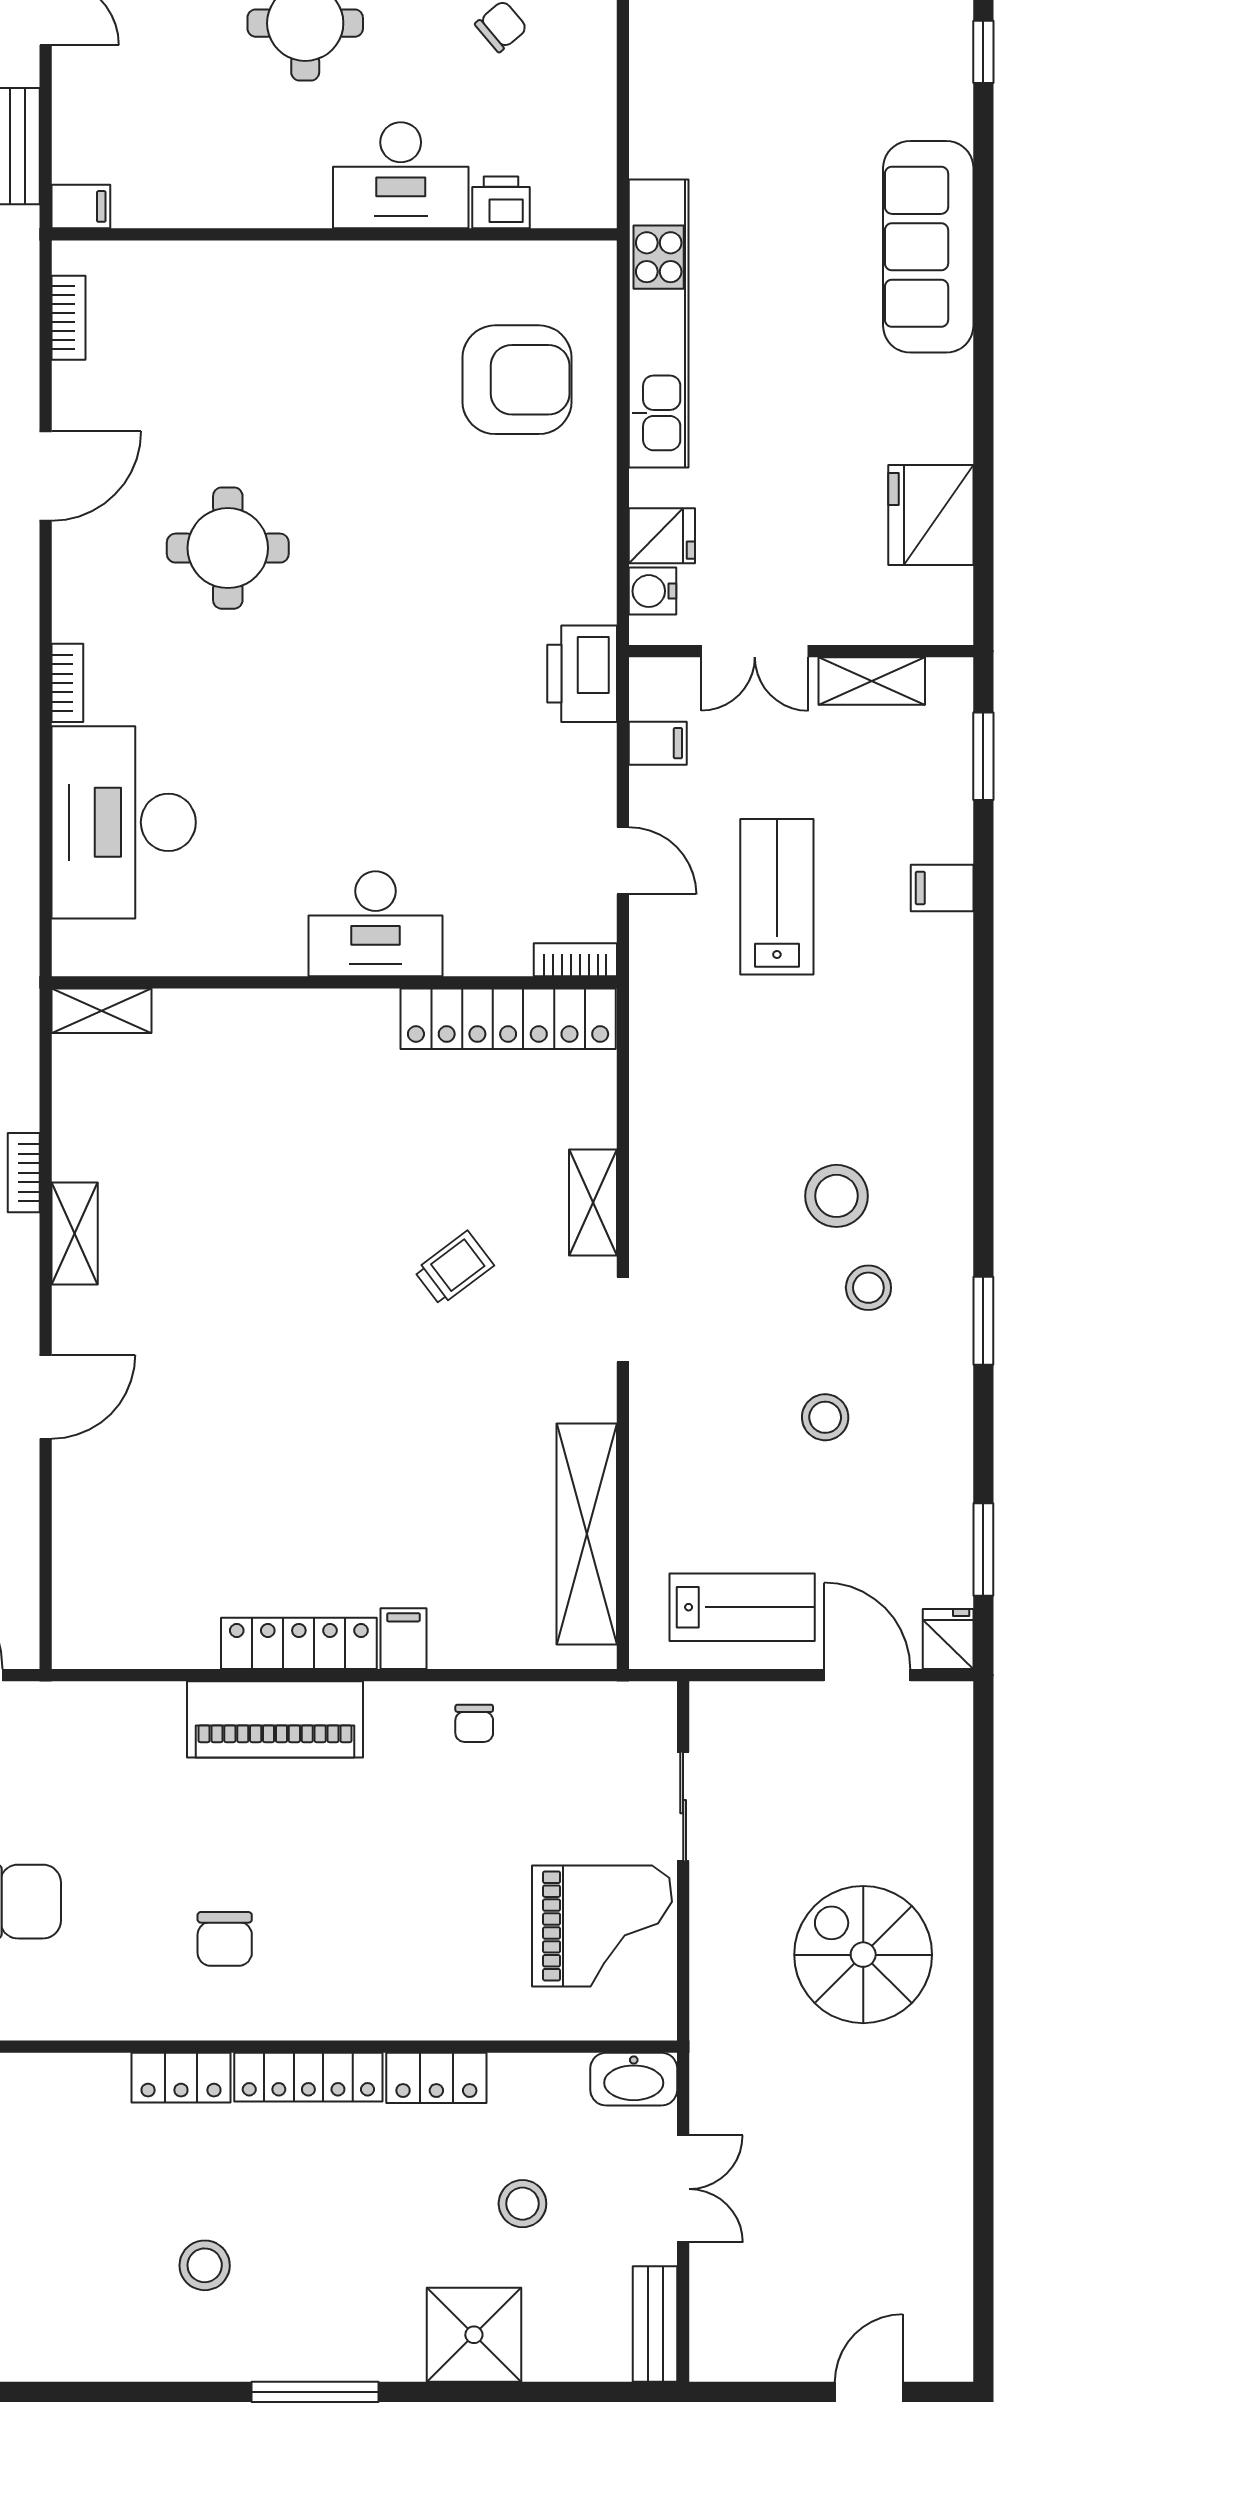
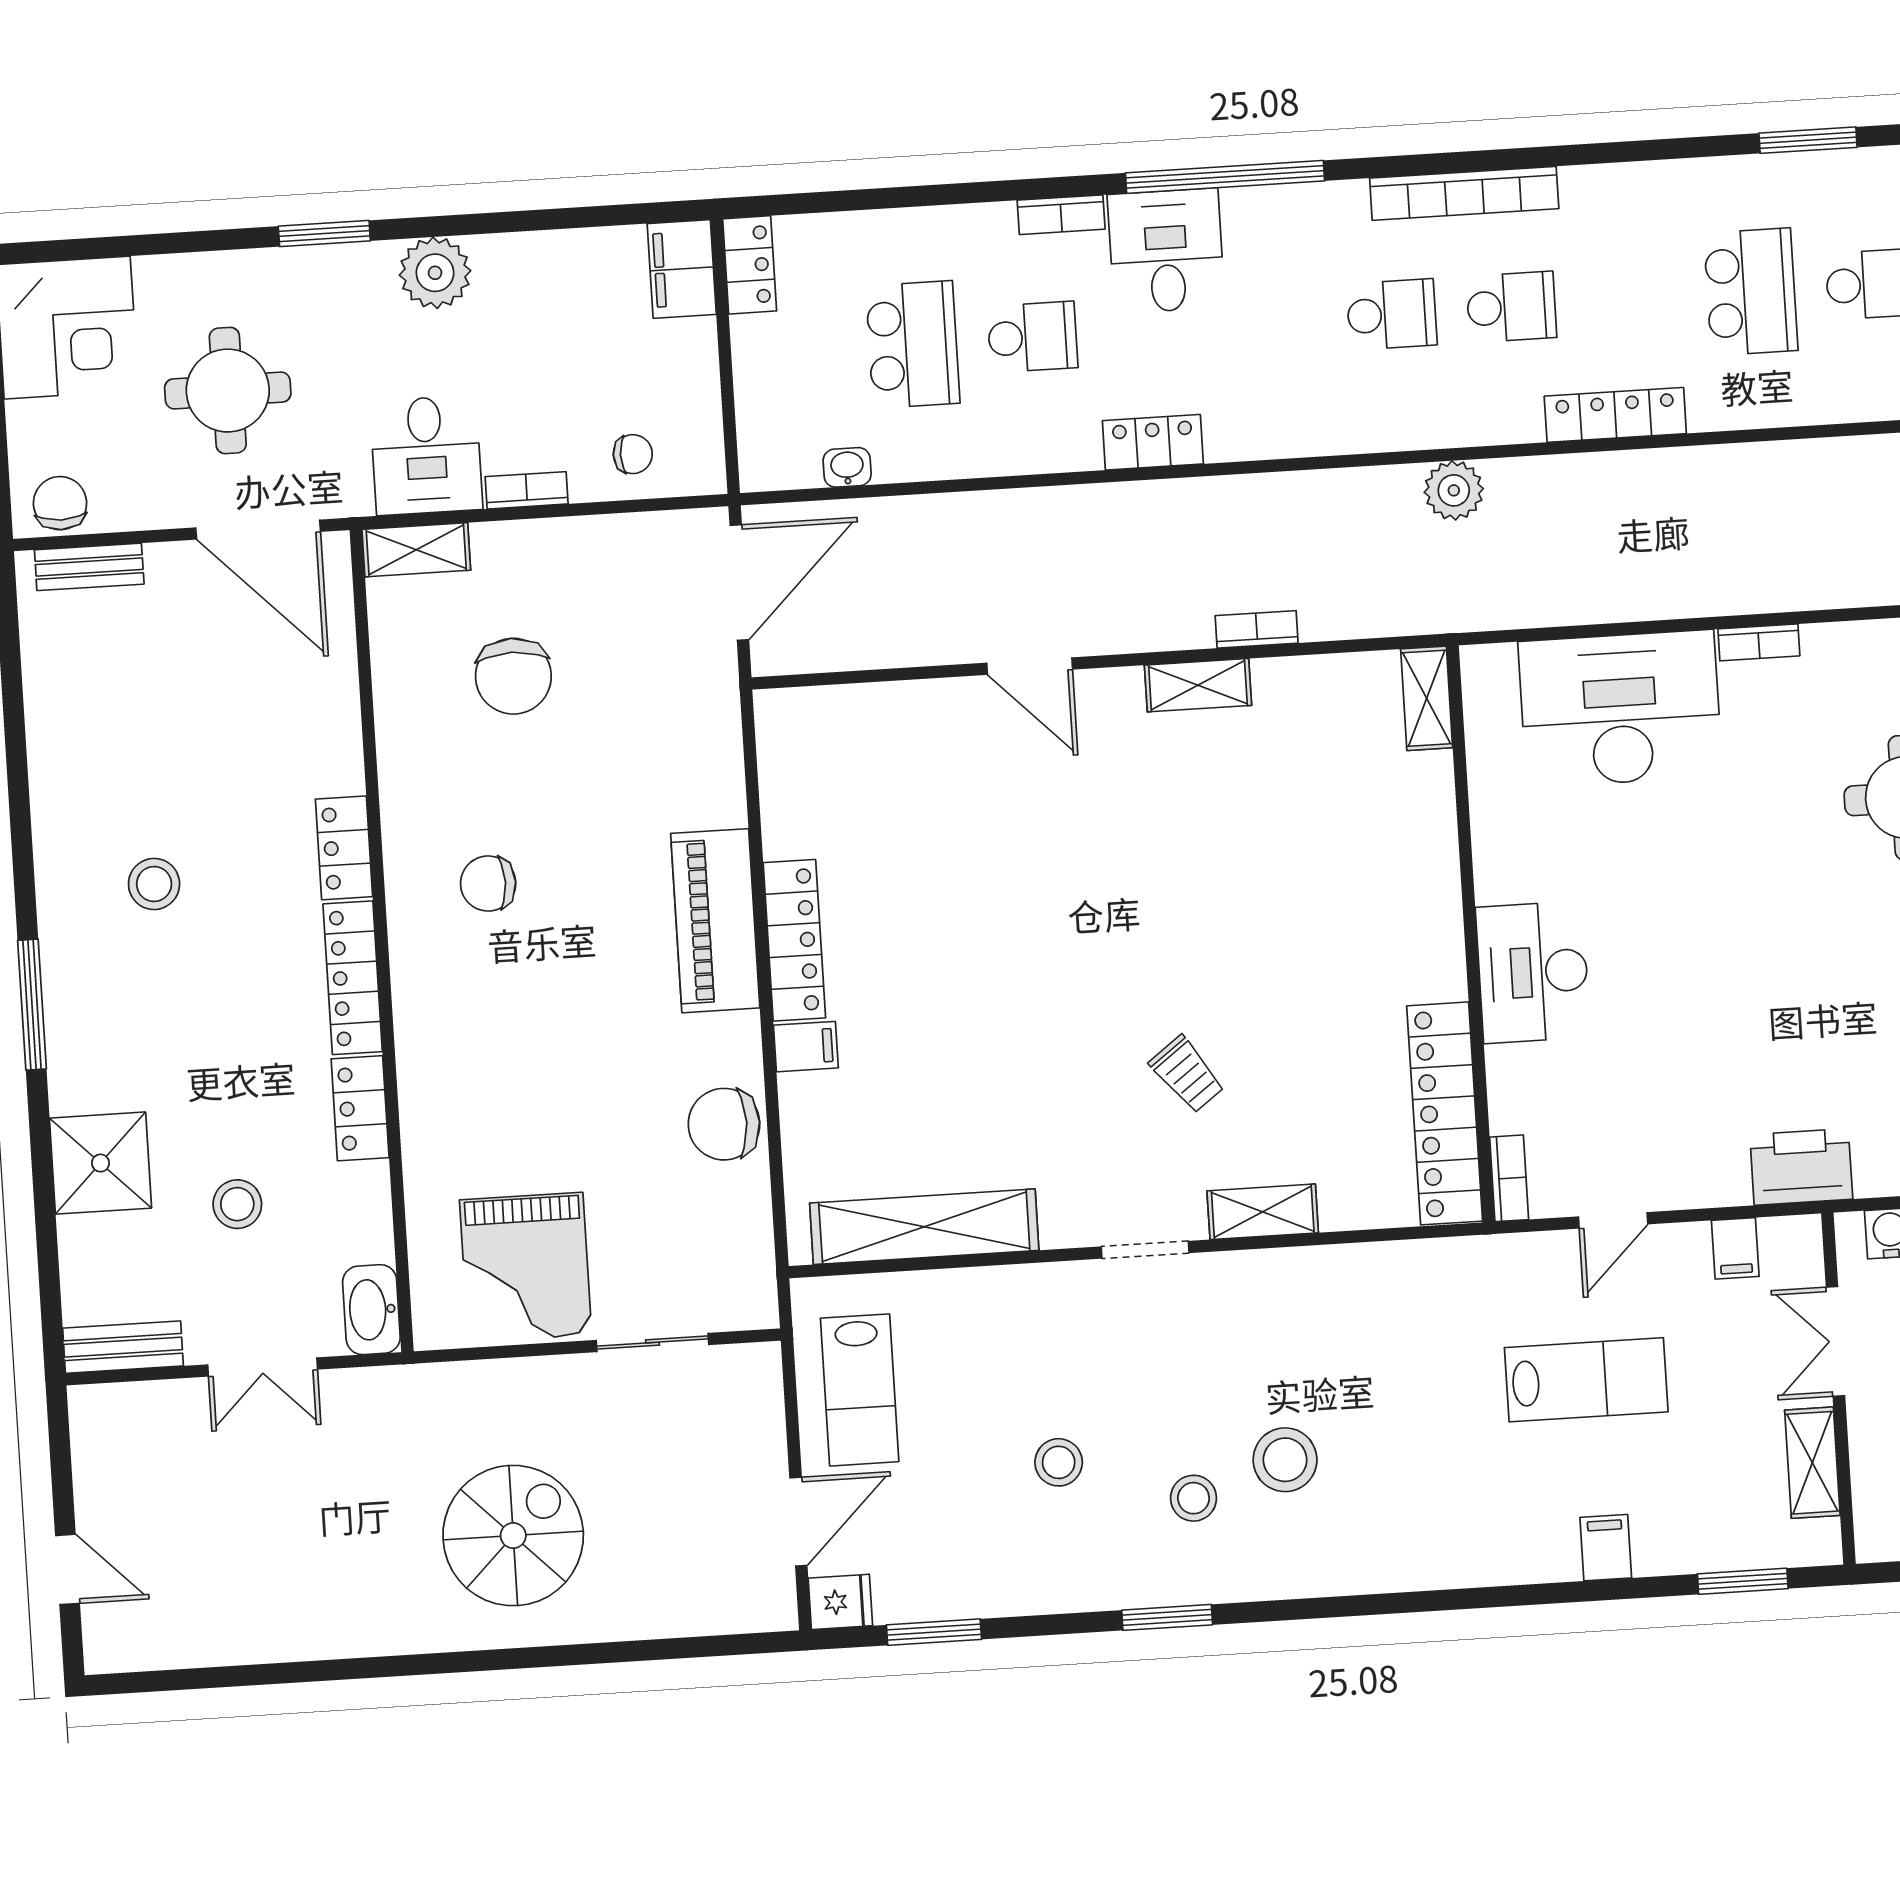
chair: (474, 1723) -> (724, 1124), width x1.87, depth x1.87

